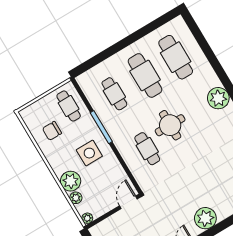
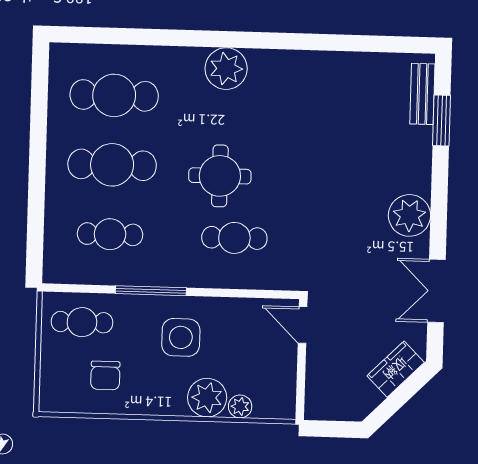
plant: (87, 218) -> (286, 409), removed

